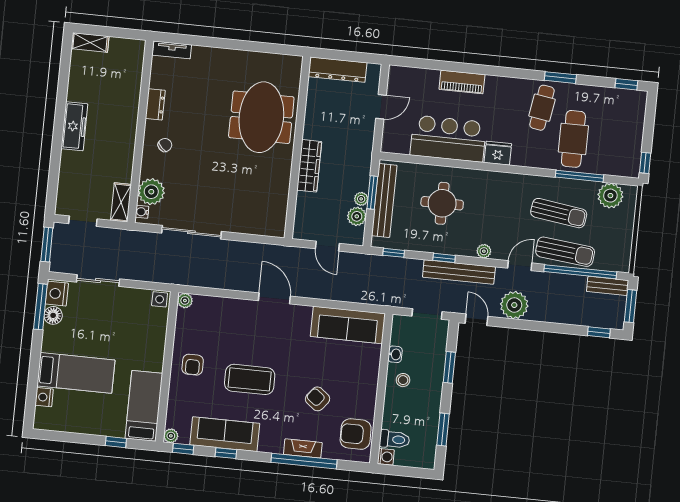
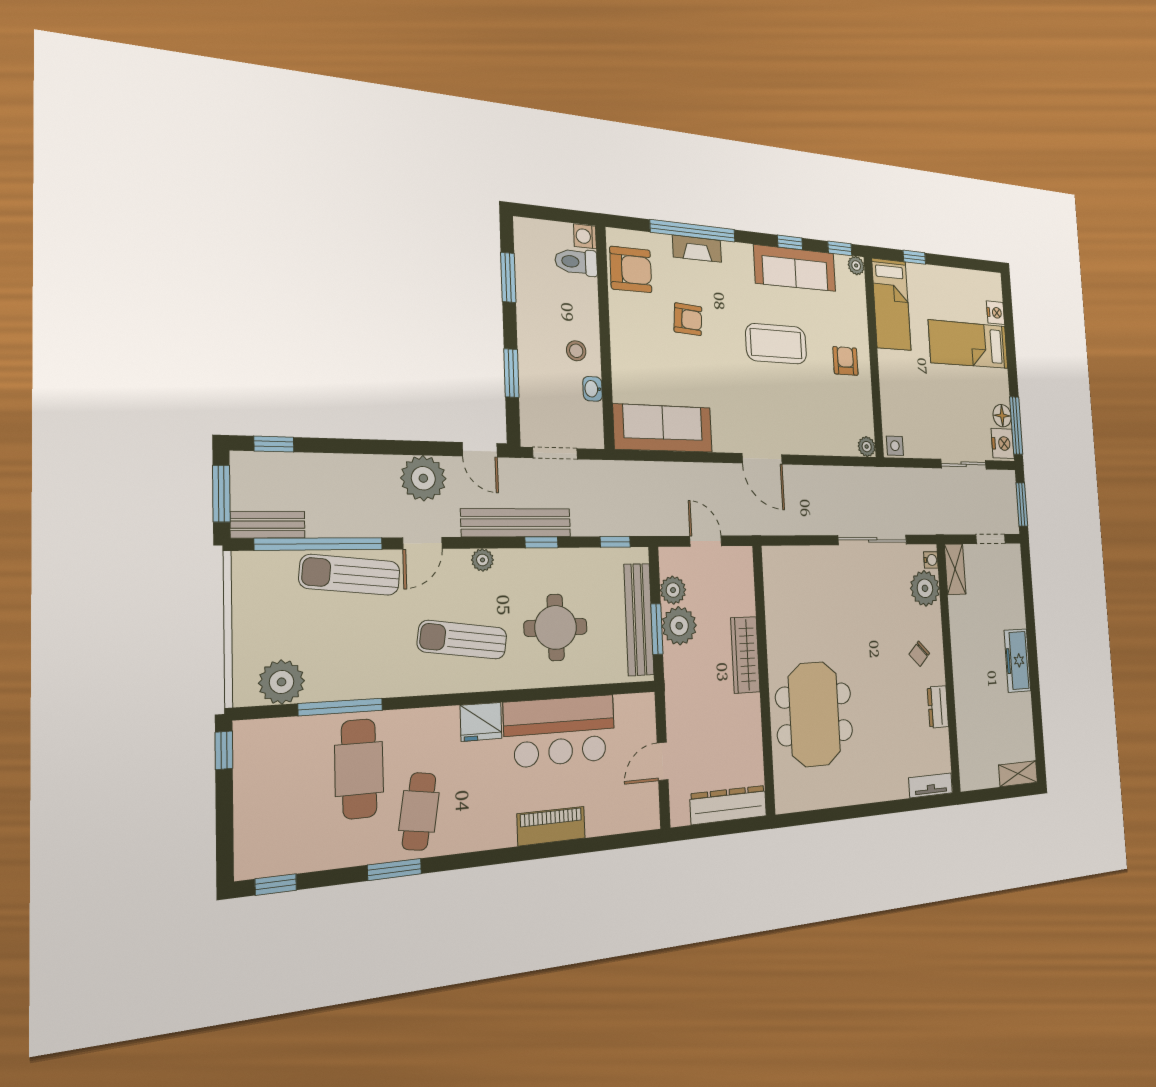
plant: (361, 199) -> (679, 626), width x1.88, depth x1.88
sun lounger: (559, 213) -> (462, 640), moved
armchair: (318, 399) -> (688, 319), turned -34

